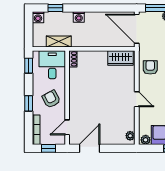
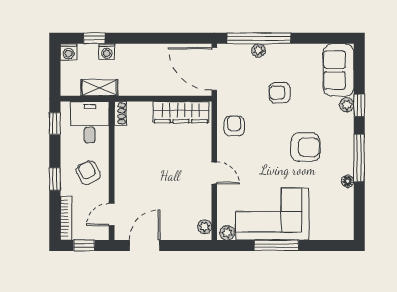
washing machine: (79, 17) -> (107, 52), moved
wardrobe: (120, 58) -> (181, 112), width x1.50

